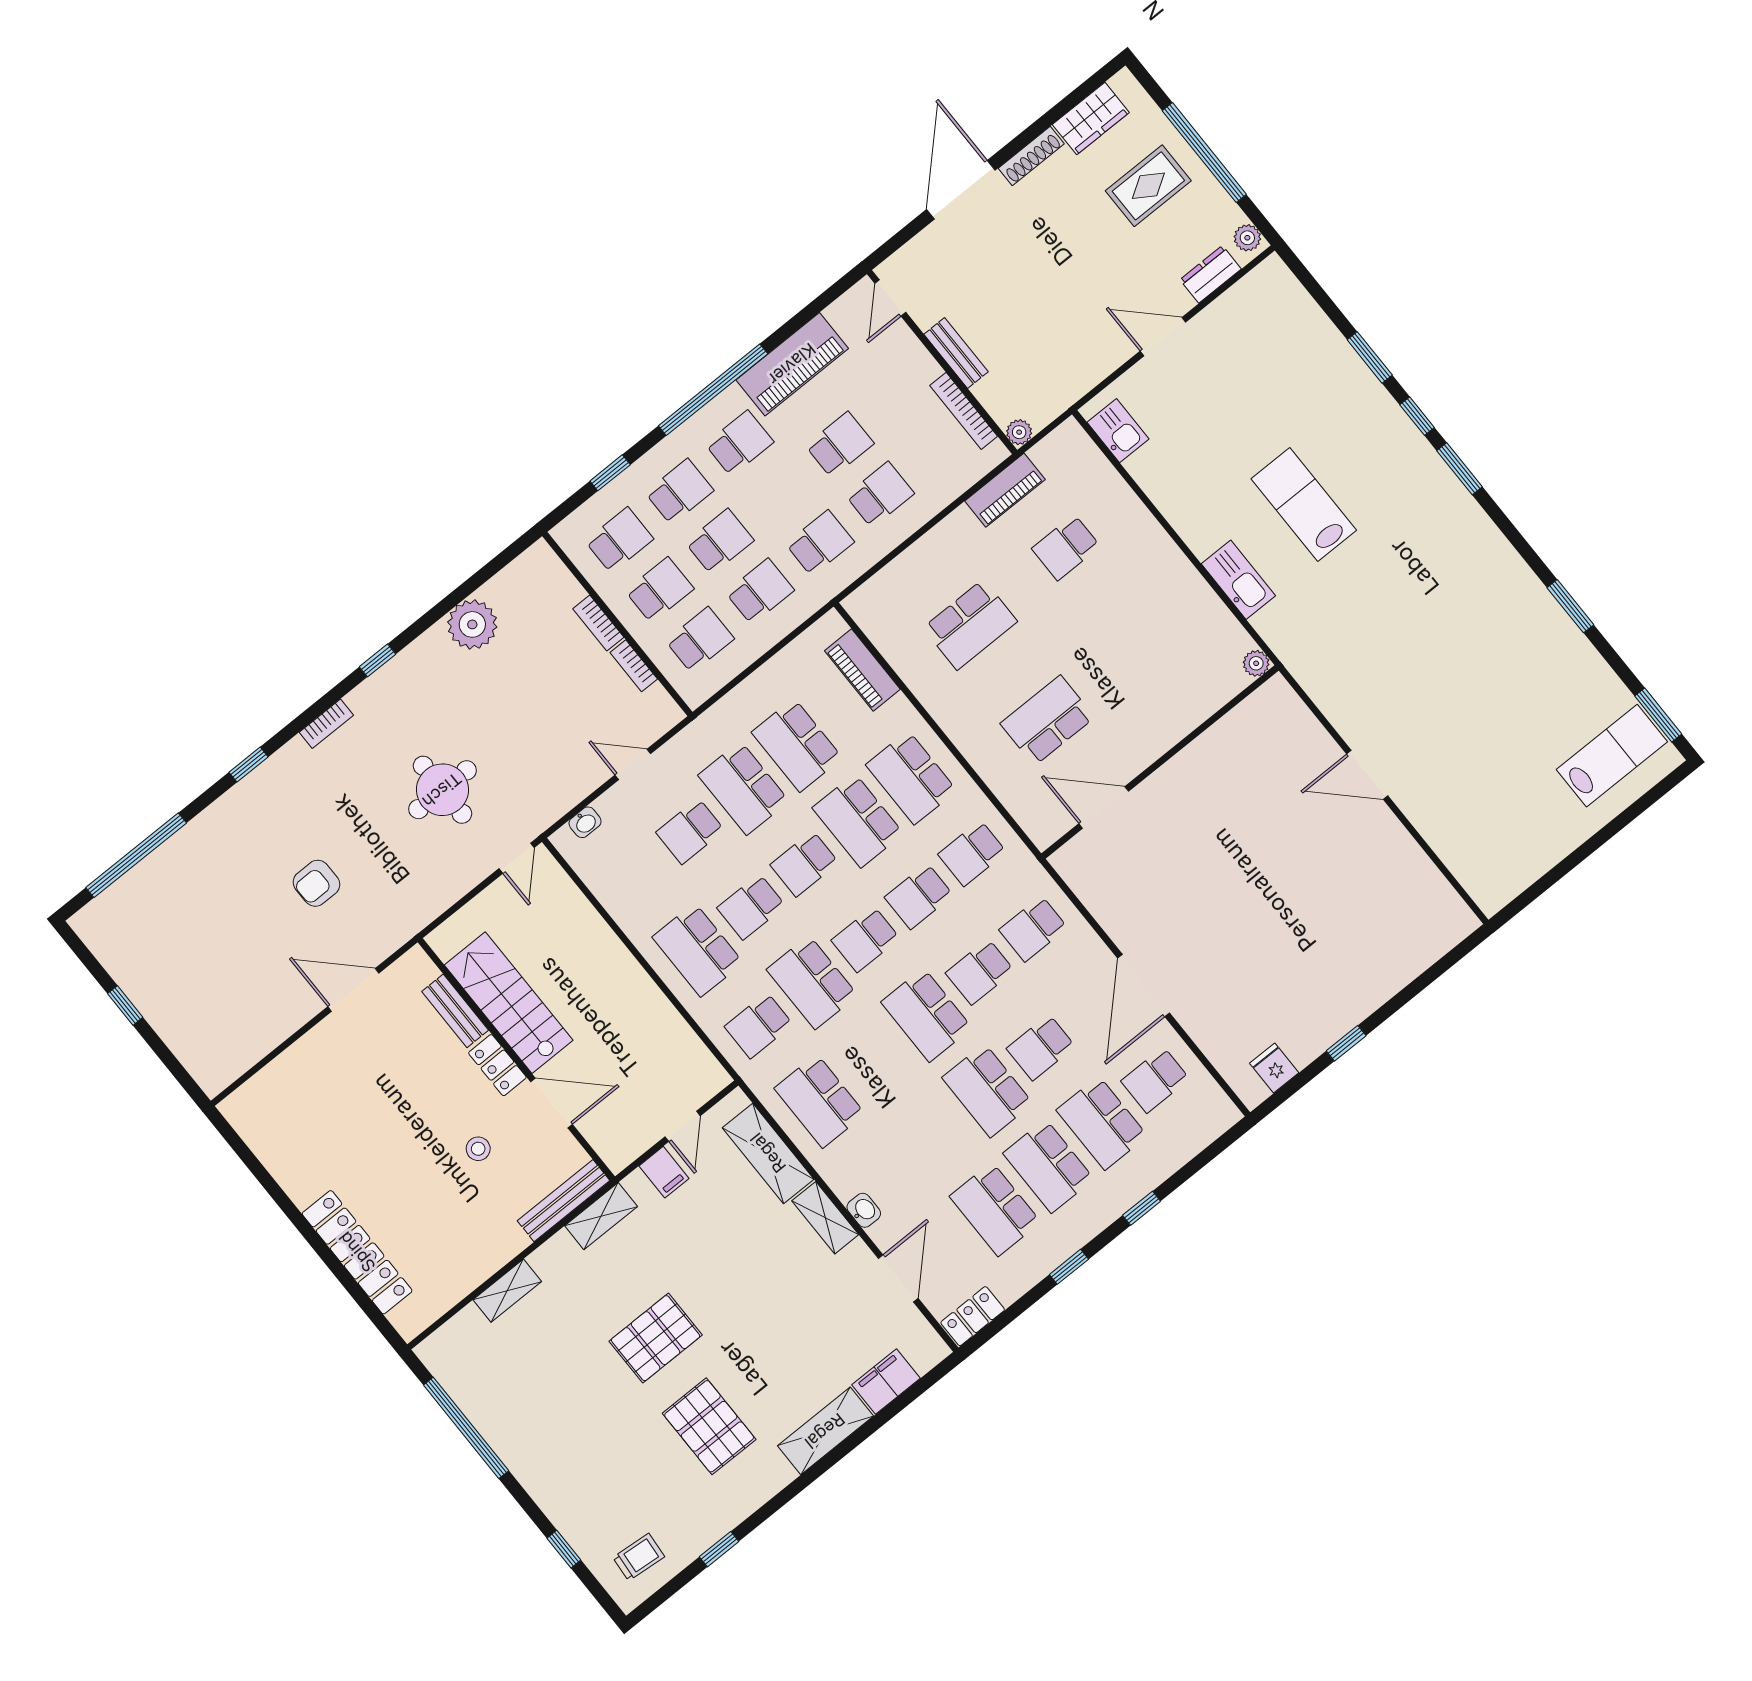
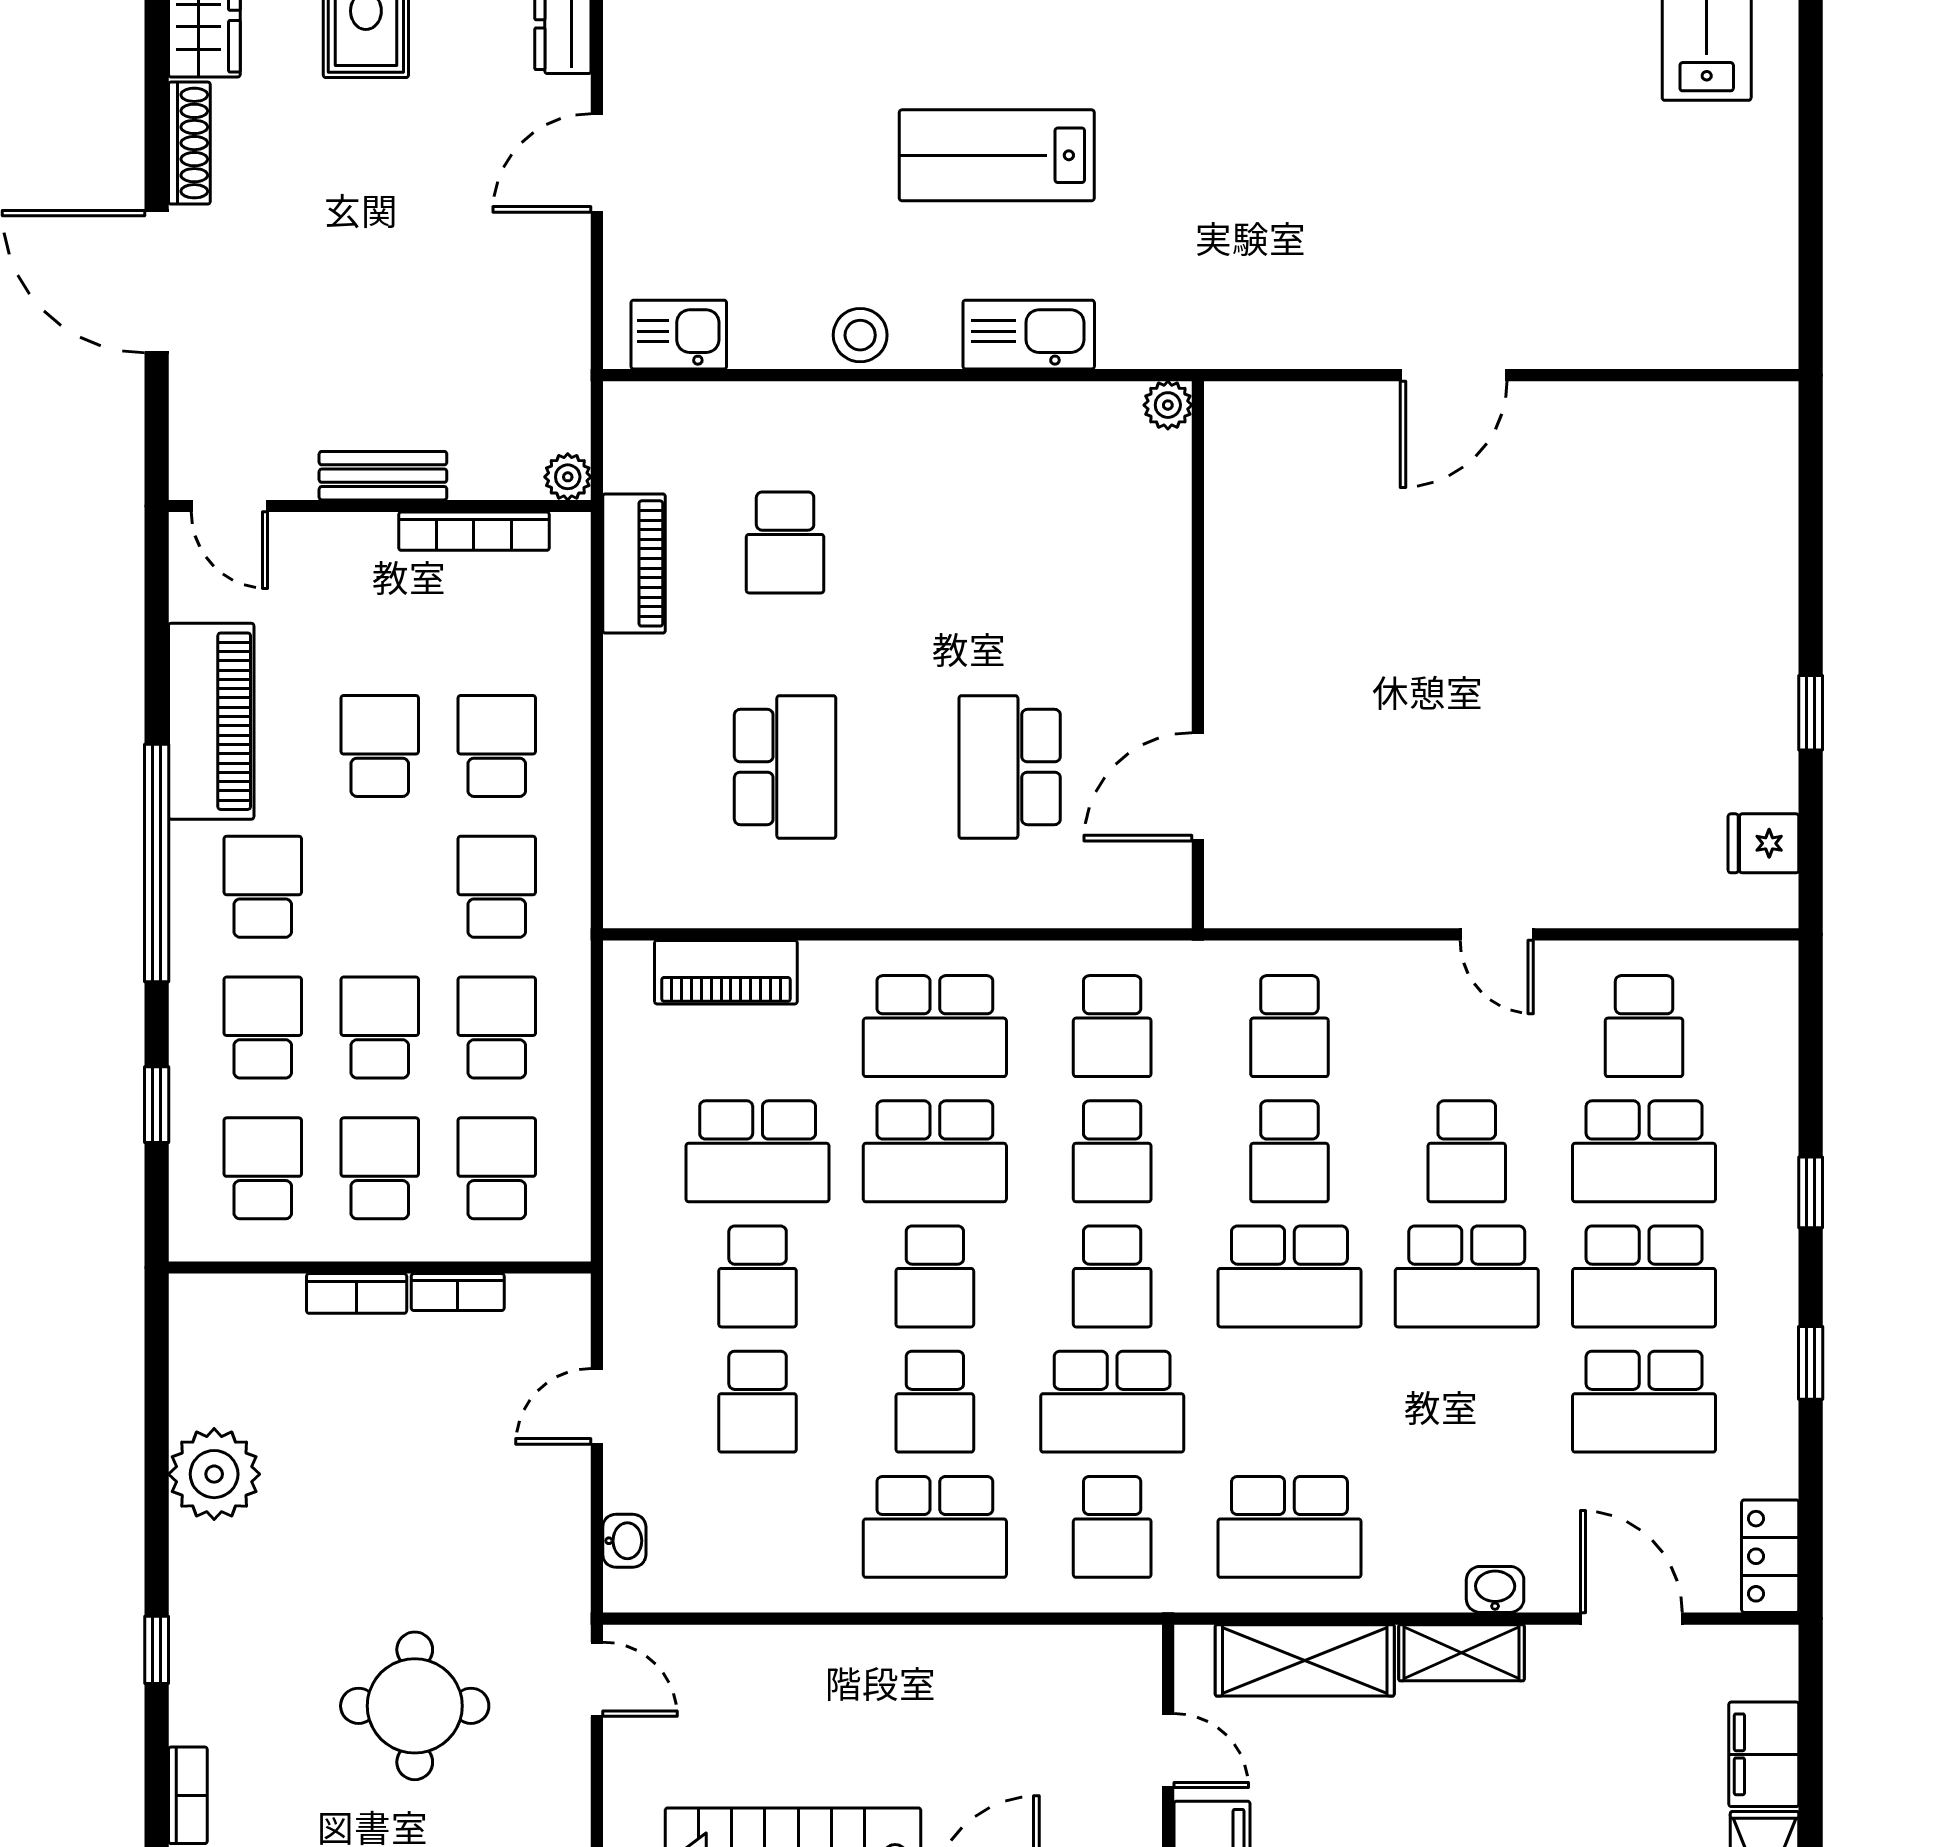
stool: (1180, 508) -> (860, 335), added
school desk: (744, 788) -> (758, 1276), width x0.54
door: (1144, 986) -> (1497, 934), width x0.53

